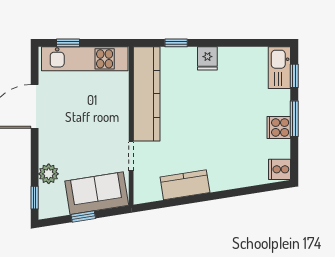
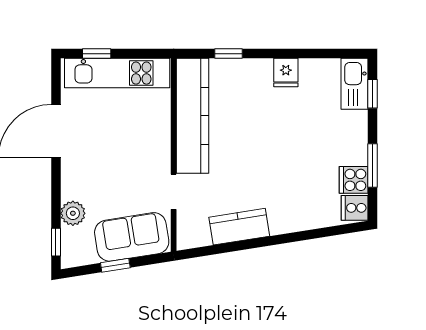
fridge: (207, 58) -> (286, 73), moved
window: (294, 119) -> (373, 165), moved
cooker: (279, 127) -> (354, 180), moved

